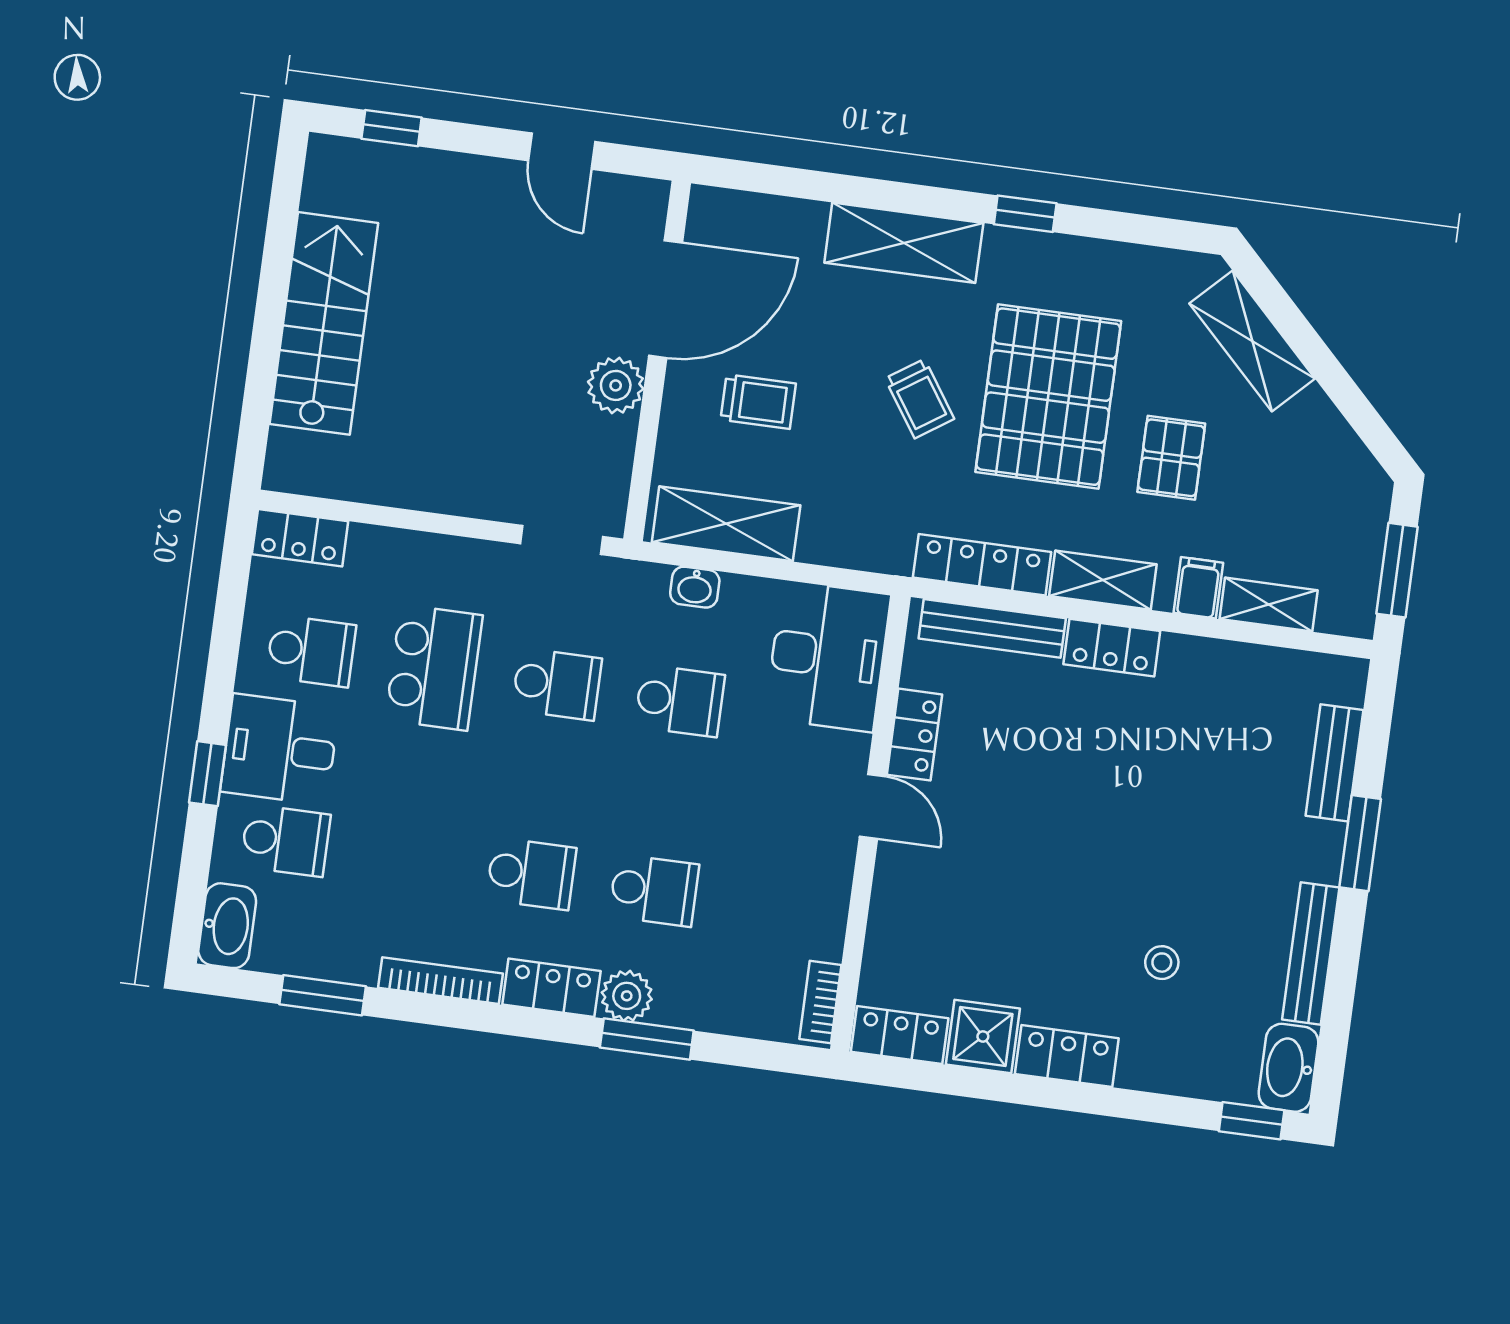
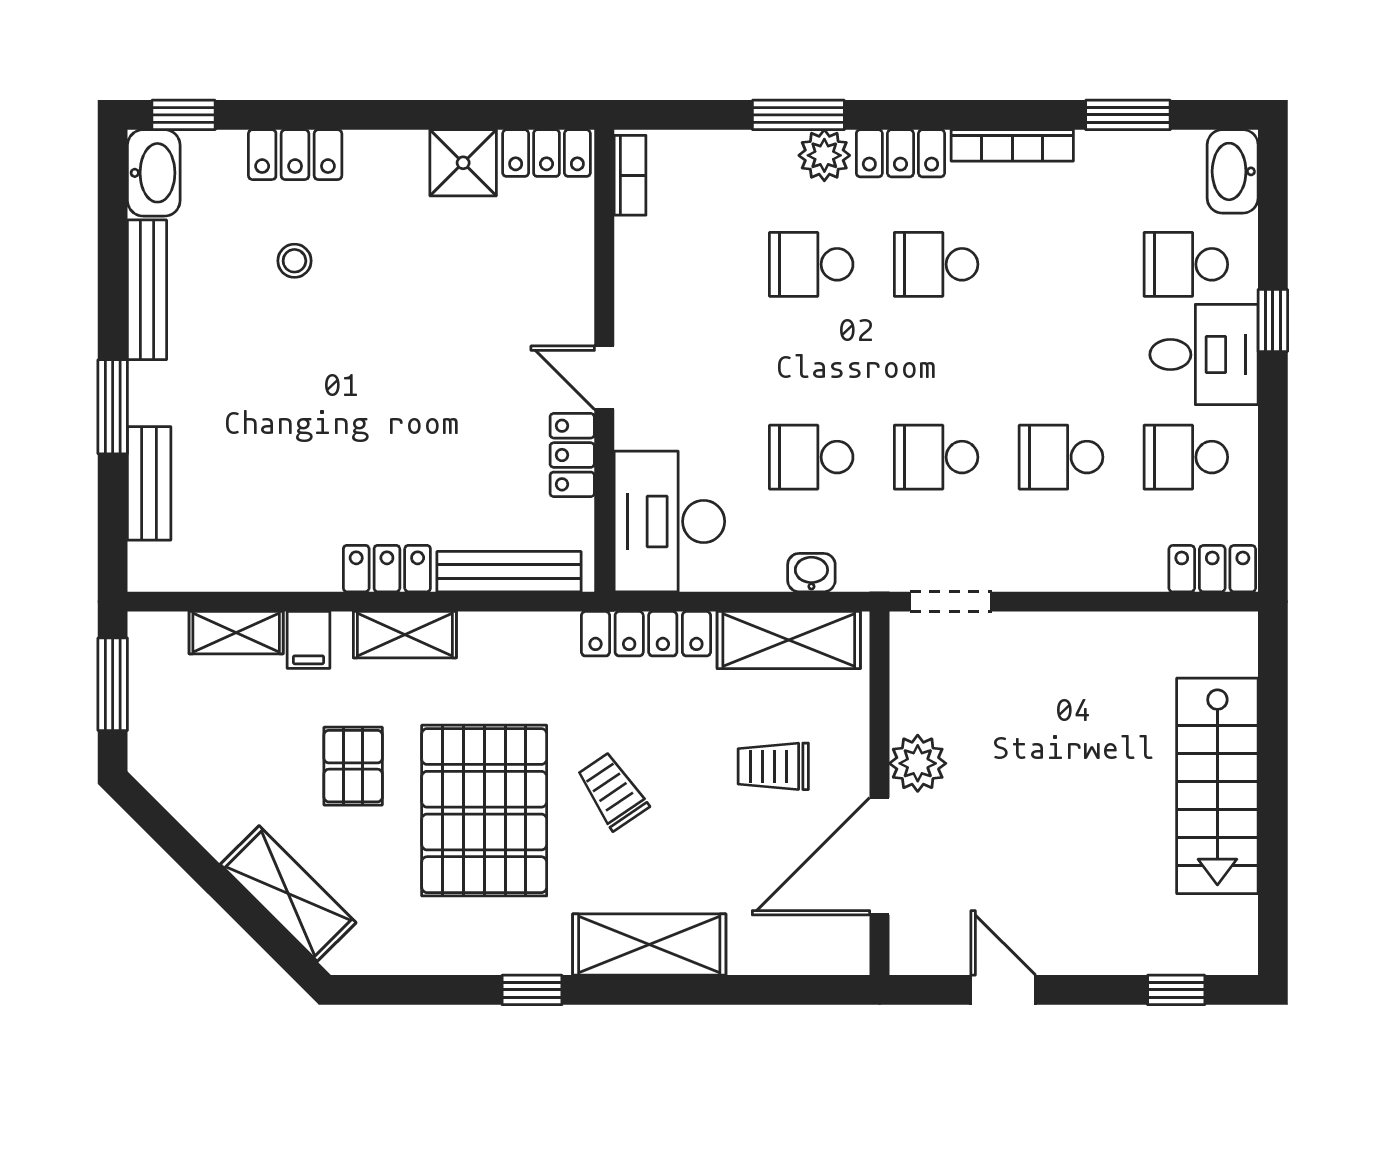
locker: (982, 565) -> (646, 634), moved
school desk: (434, 668) -> (1061, 457), width x0.54
locker: (1067, 1056) -> (295, 155), moved

